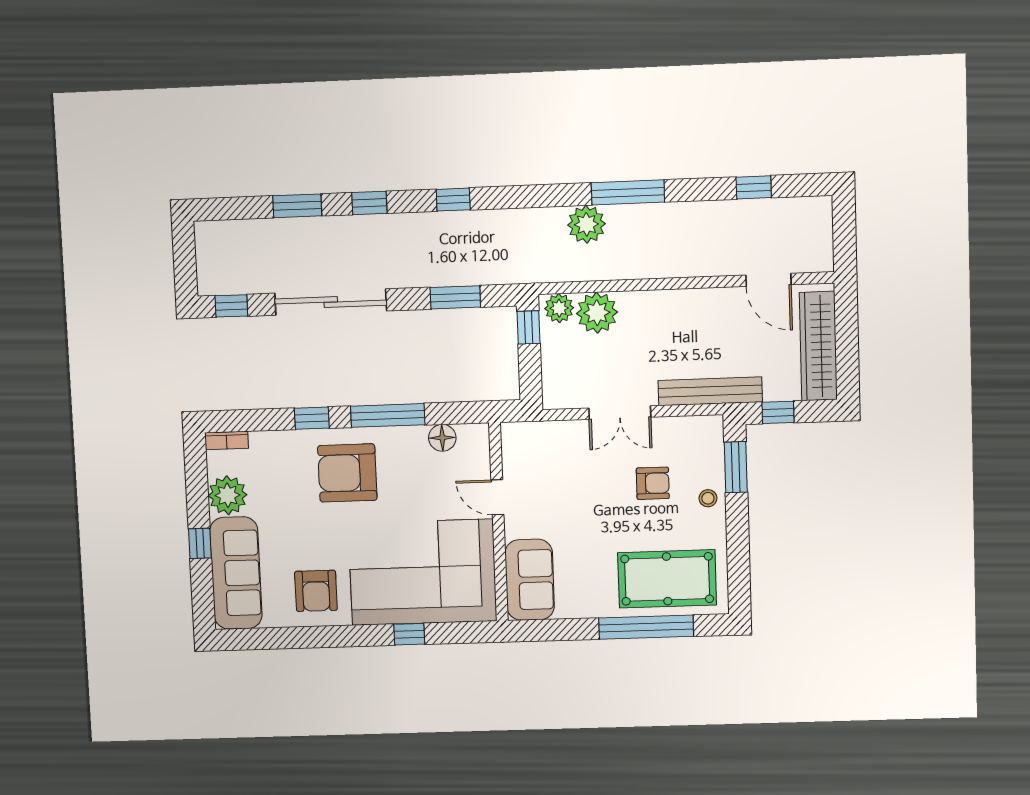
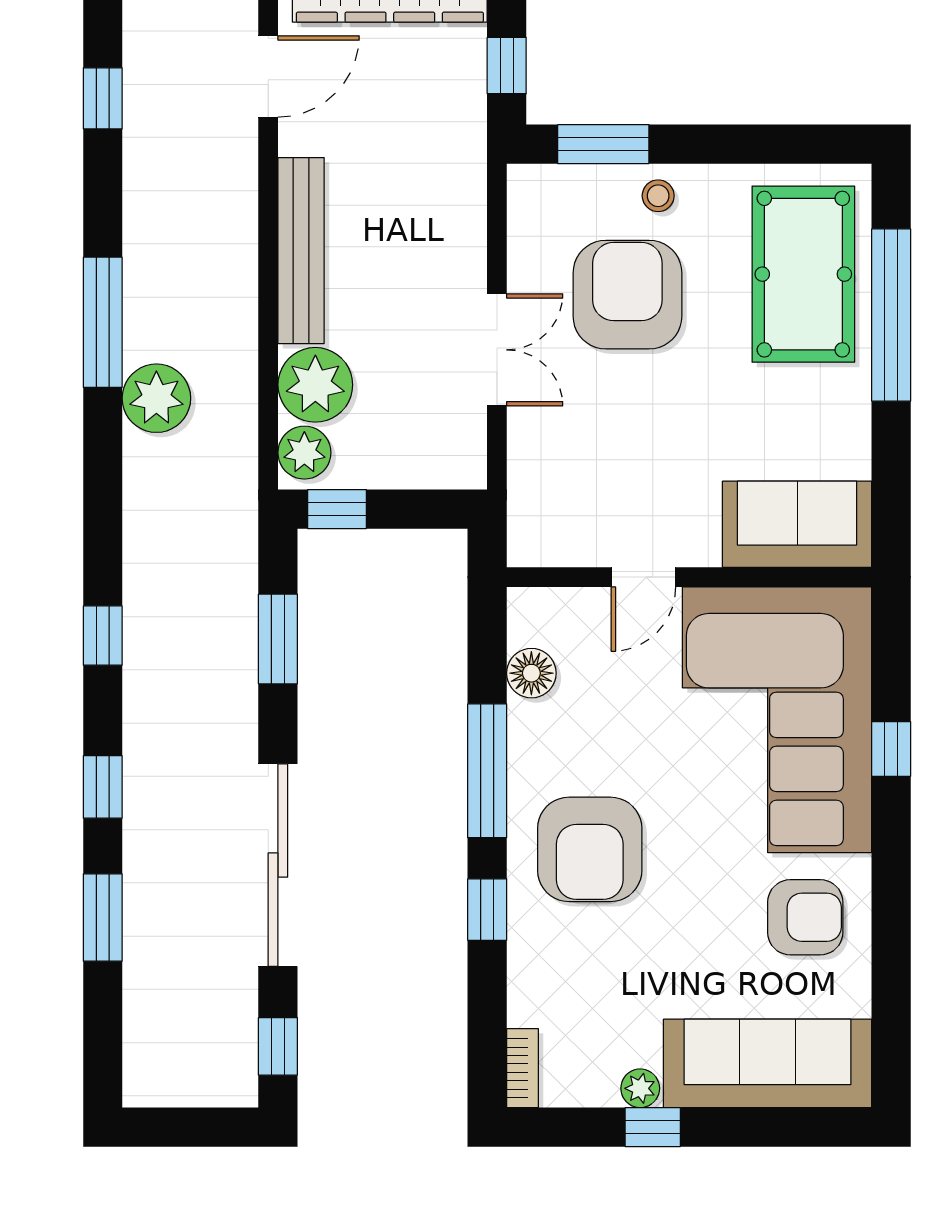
bench: (710, 391) -> (301, 251), moved
armchair: (653, 483) -> (627, 295), width x1.88, depth x1.88
plant: (228, 495) -> (640, 1088), width x0.53, depth x0.53
window: (200, 543) -> (653, 1127), moved

